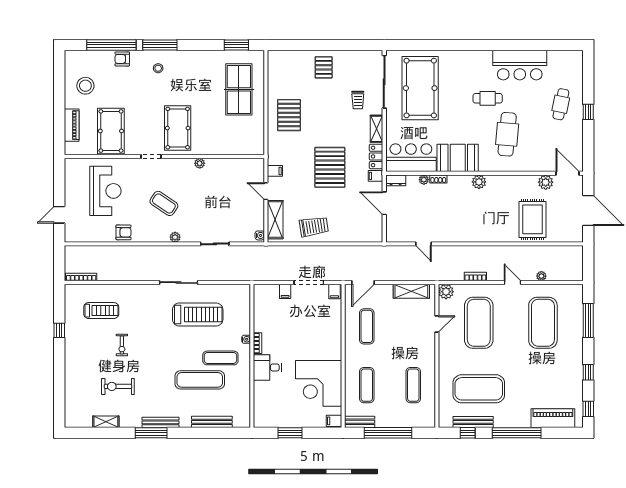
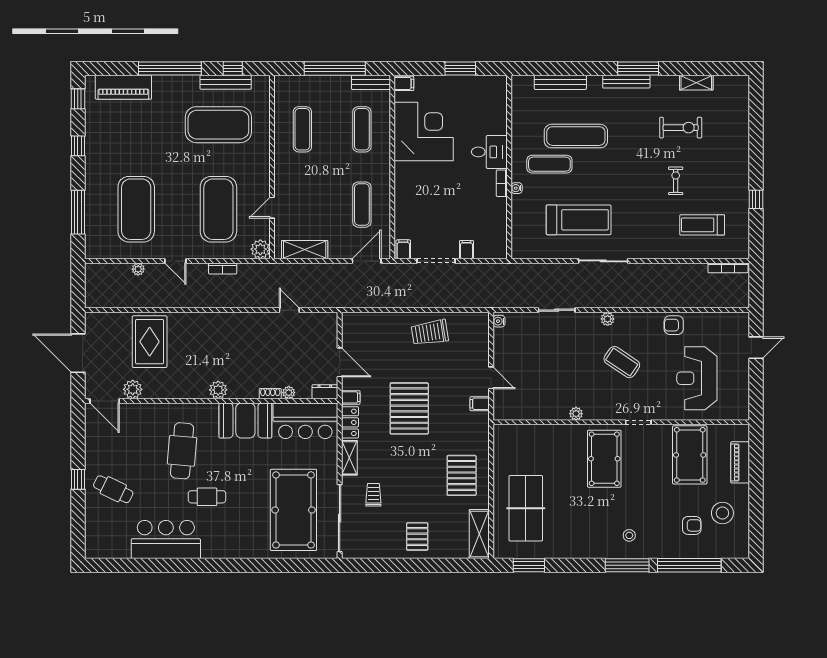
armchair: (122, 59) -> (692, 525), moved
cafe table: (561, 104) -> (113, 489), turned -76
shelving: (275, 220) -> (479, 534), moved
treadmill: (198, 314) -> (579, 220), turned 180

